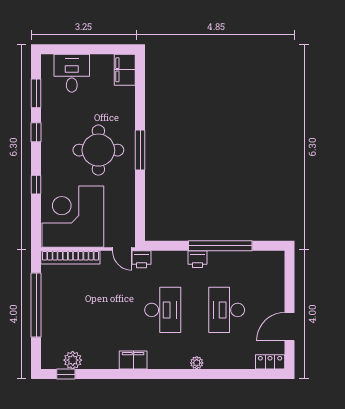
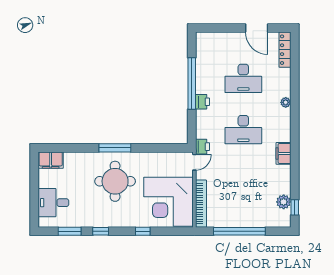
desk: (163, 310) -> (243, 130), turned 180
locker: (270, 362) -> (285, 50), width x1.53

